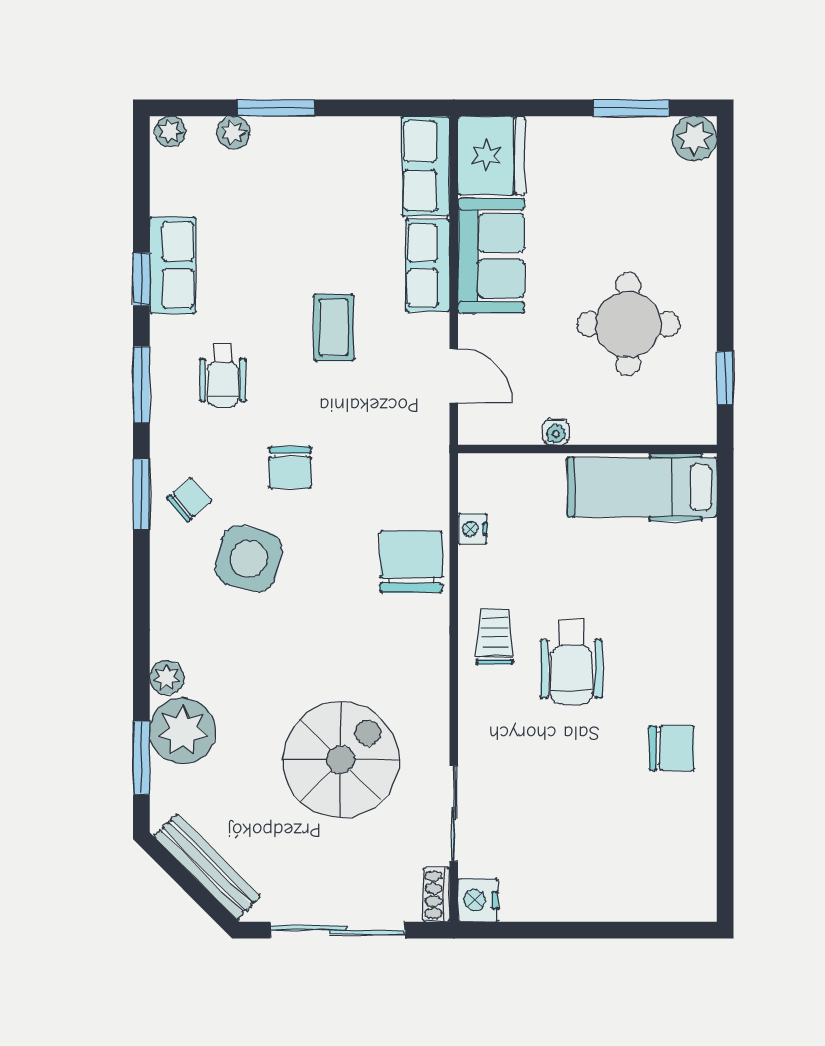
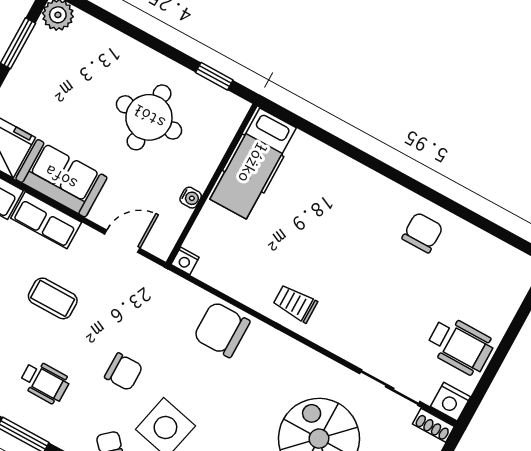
nightstand: (472, 529) -> (185, 261), moved
wheelchair: (571, 662) -> (460, 346), moved

